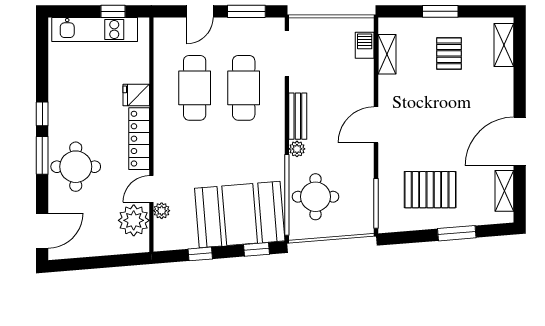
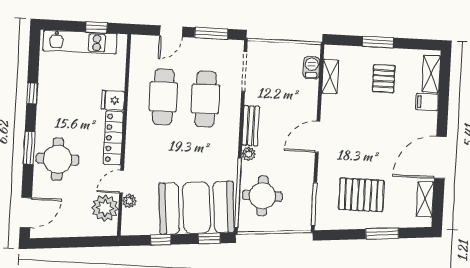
filing cabinet: (501, 78) -> (427, 102), added
window: (42, 114) -> (32, 93), moved

